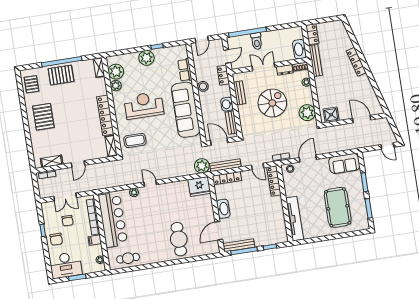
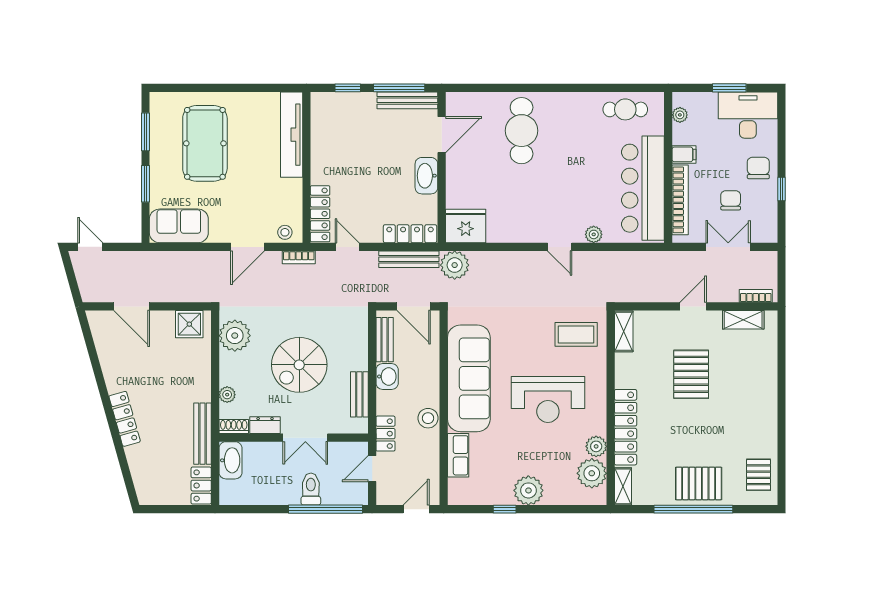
locker: (105, 115) -> (626, 427), moved
pallet: (43, 117) -> (691, 374), moved

